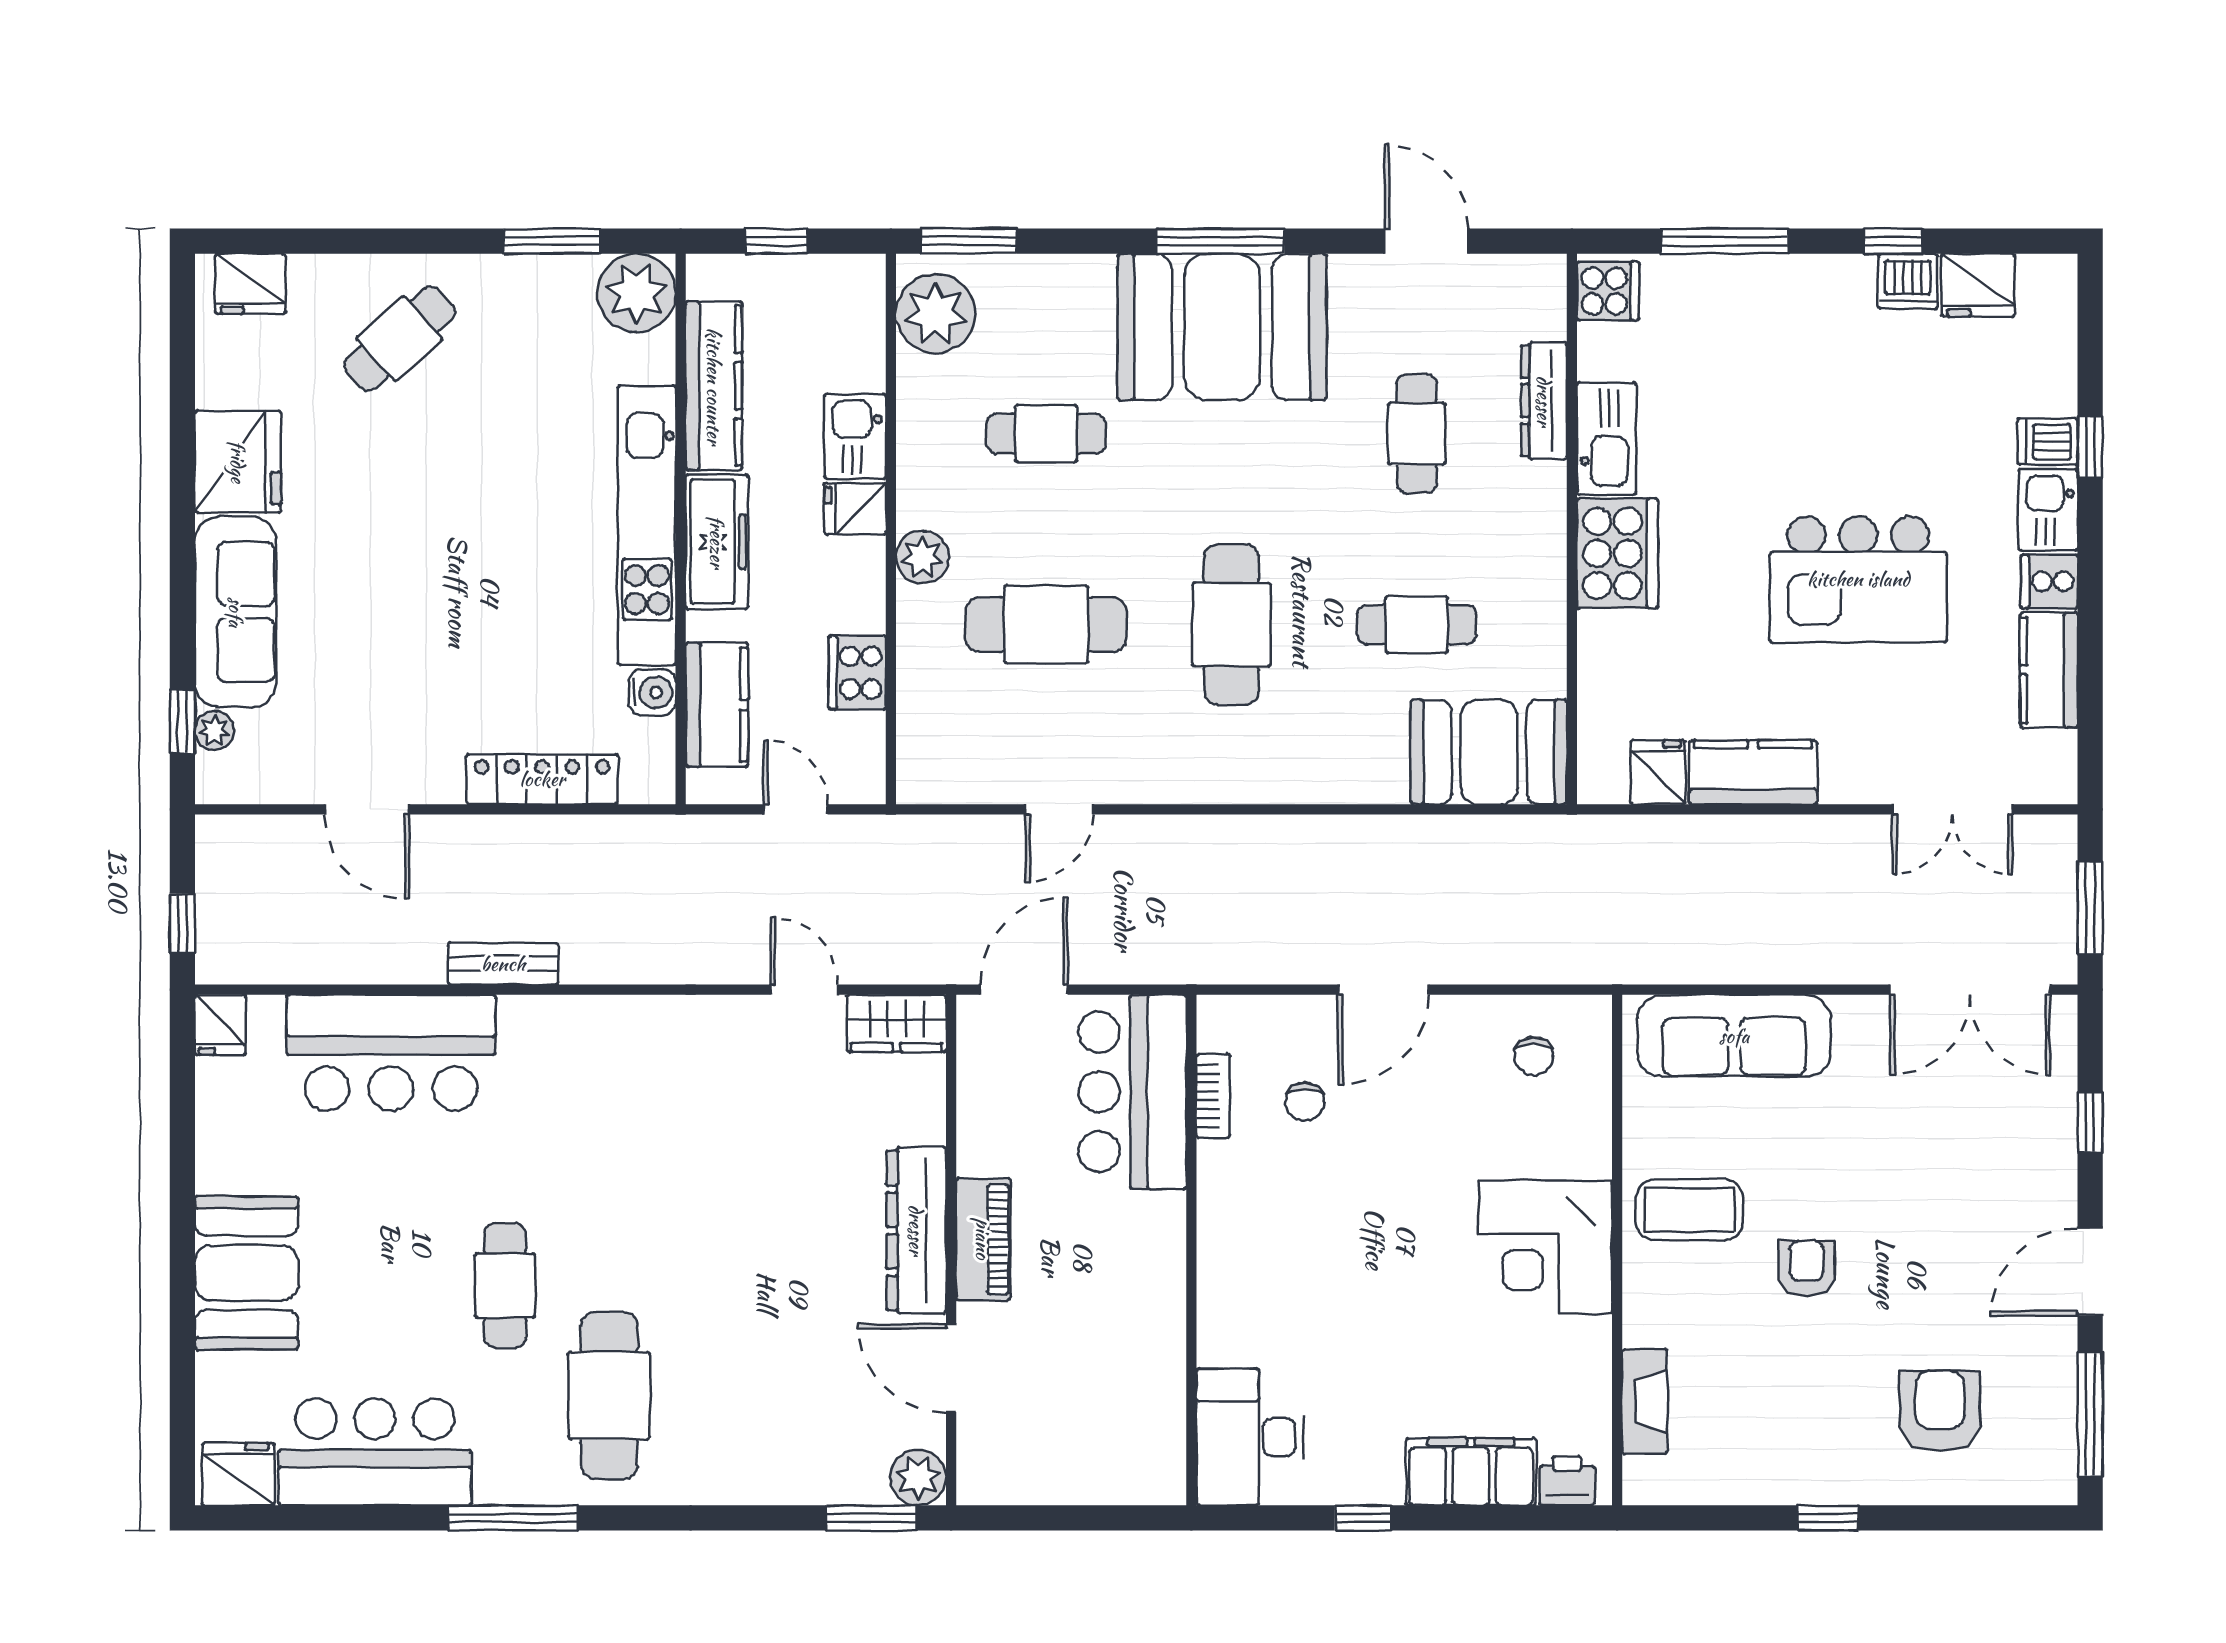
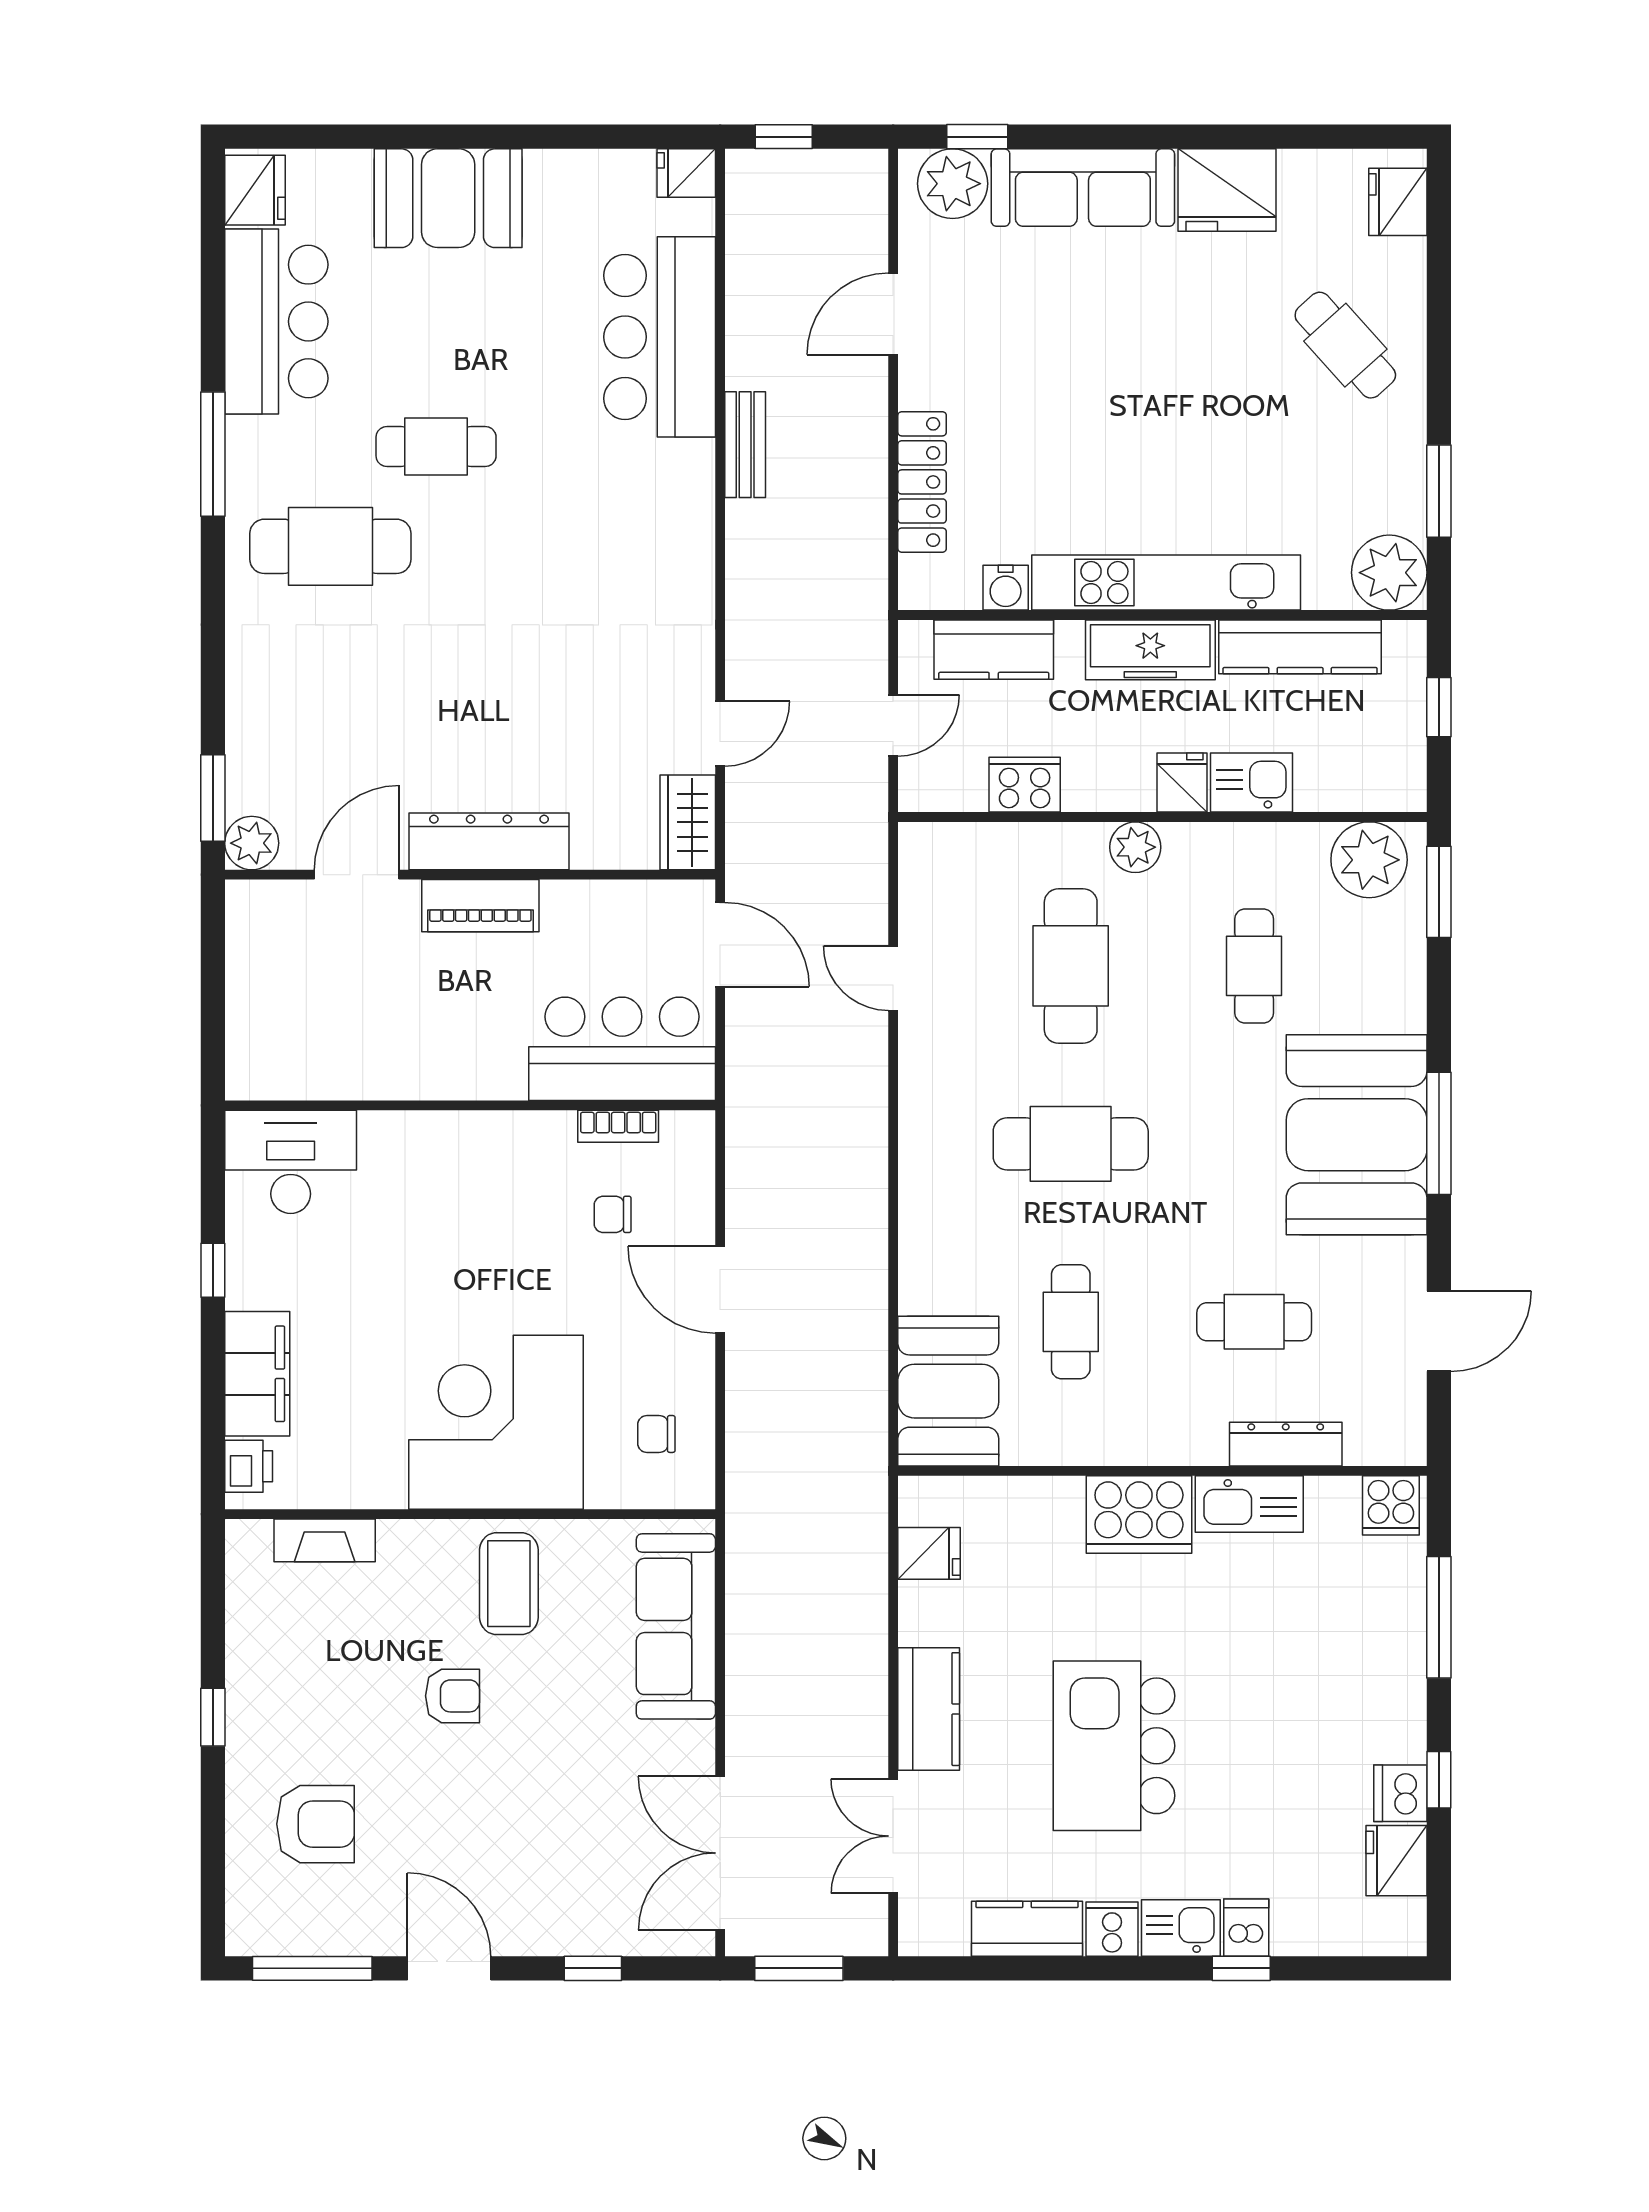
plant: (214, 731) -> (953, 184), width x1.88, depth x1.88
kitchen counter: (1753, 772) -> (929, 1709), moved
corner desk: (1545, 1247) -> (496, 1422), width x1.36, depth x1.36

